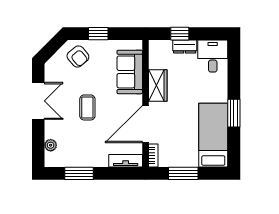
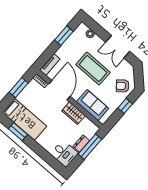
window: (180, 34) -> (90, 147), width x2.17
coffee table: (87, 107) -> (93, 69), width x1.86, depth x1.72
window: (234, 113) -> (18, 132), moved

